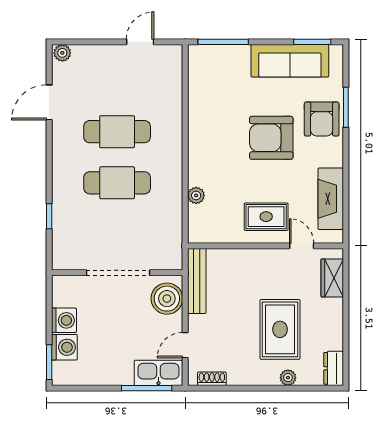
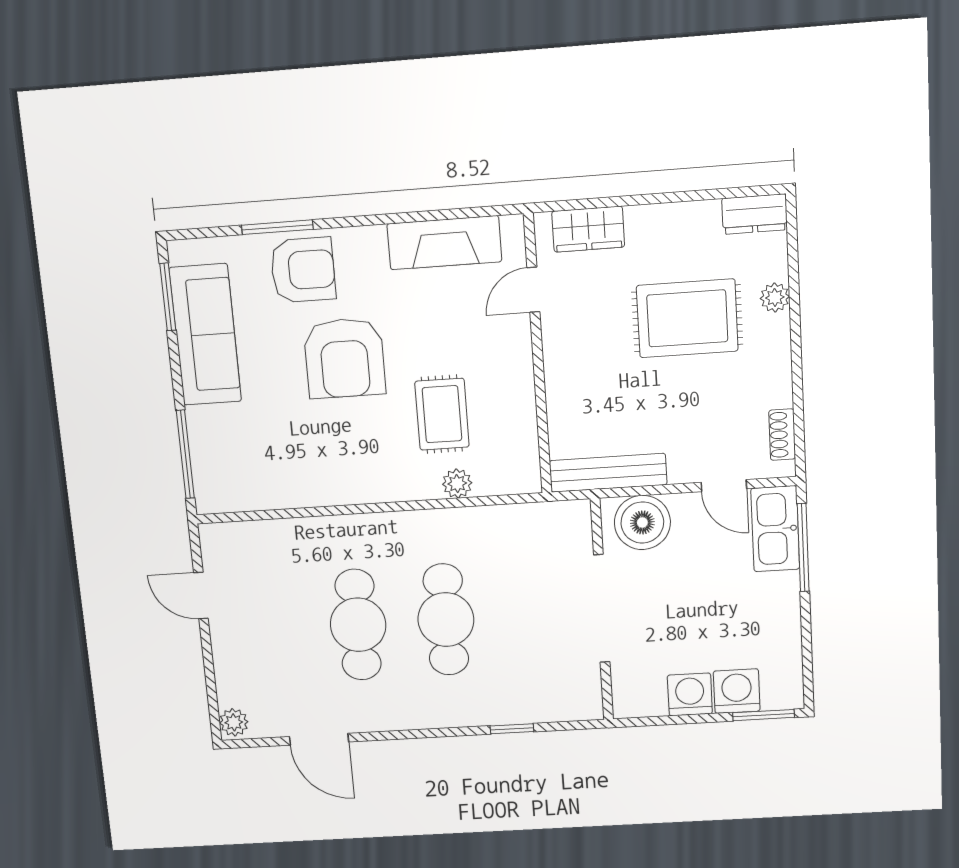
rug: (266, 217) -> (442, 414), moved

